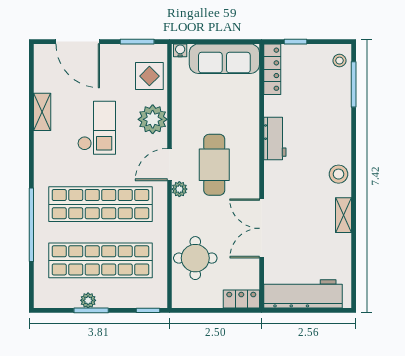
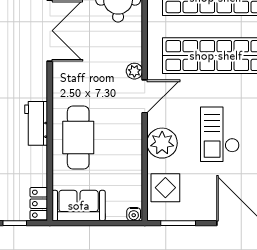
sofa: (224, 59) -> (79, 206), width x0.73
locker: (272, 69) -> (39, 204), width x0.66
cafe table: (214, 165) -> (78, 137), moved

